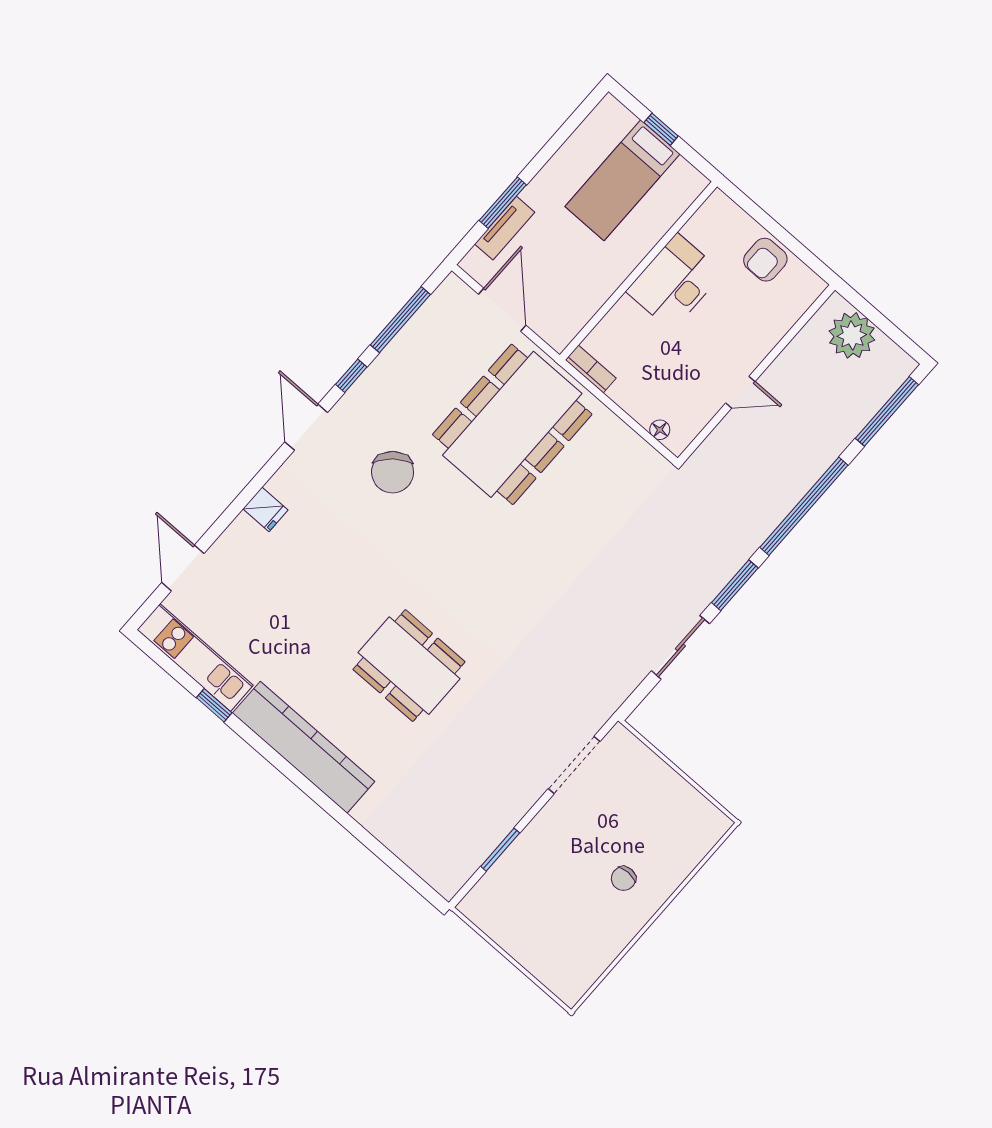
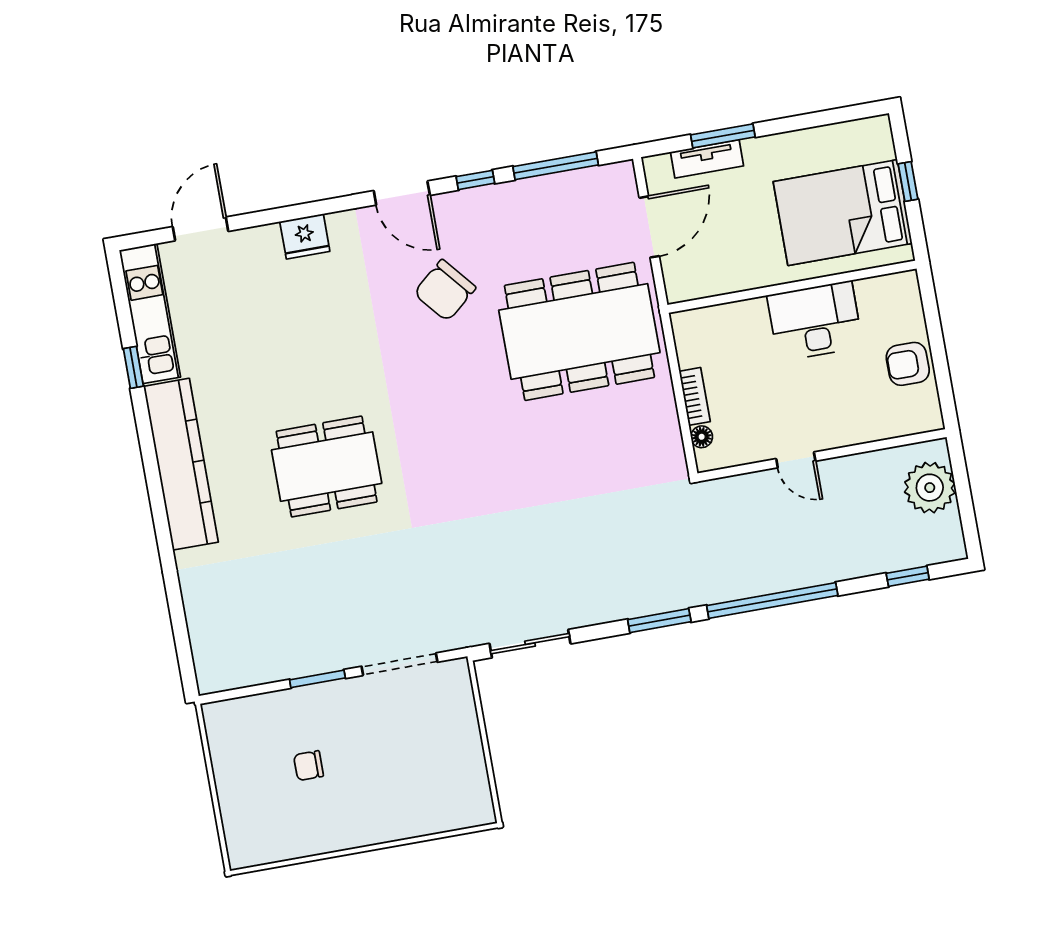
bed: (622, 180) -> (843, 213), width x1.50
bookcase: (591, 369) -> (695, 396), moved
window: (887, 411) -> (908, 576), width x0.46
door: (306, 427) -> (402, 193), swing flipped
fridge: (265, 509) -> (305, 236), width x1.38
sliding door: (680, 647) -> (530, 644), moved
dining table: (409, 666) -> (327, 467), turned 90
window: (500, 850) -> (317, 679), moved
chair: (623, 878) -> (309, 766), moved

